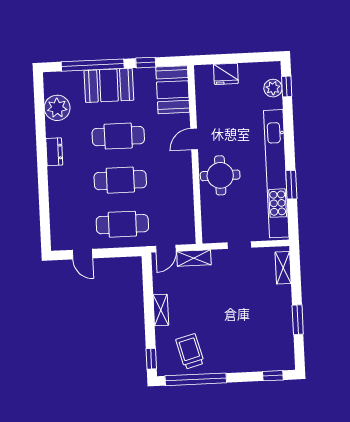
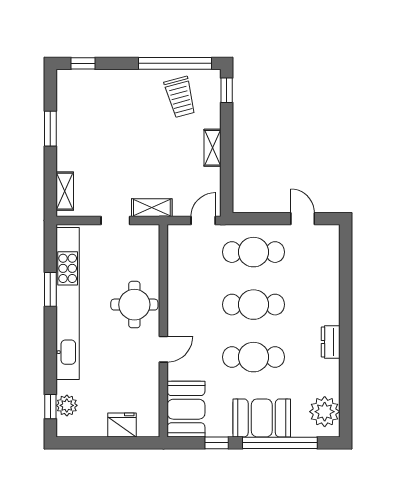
plant: (57, 108) -> (325, 412), moved
shelving: (194, 258) -> (152, 208), moved

